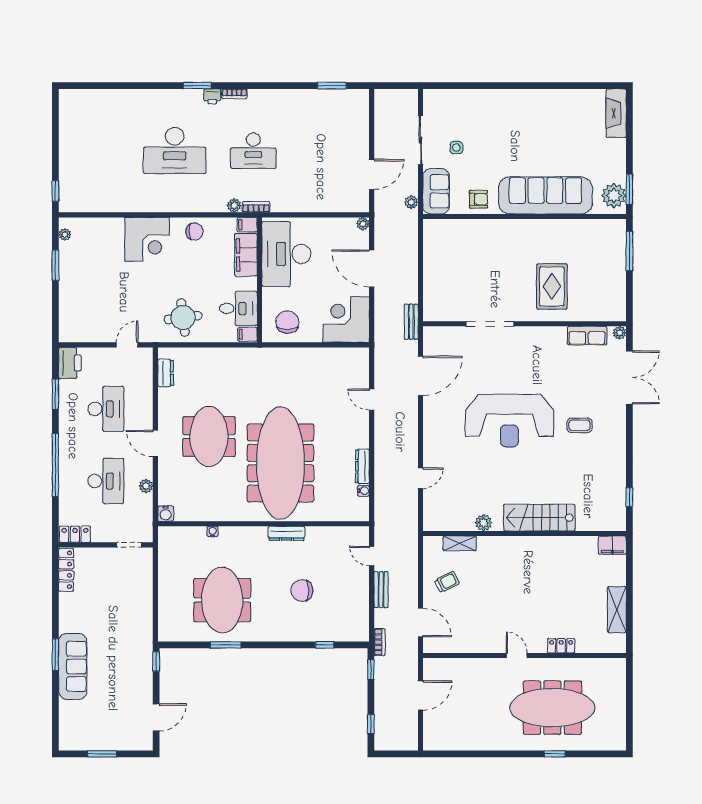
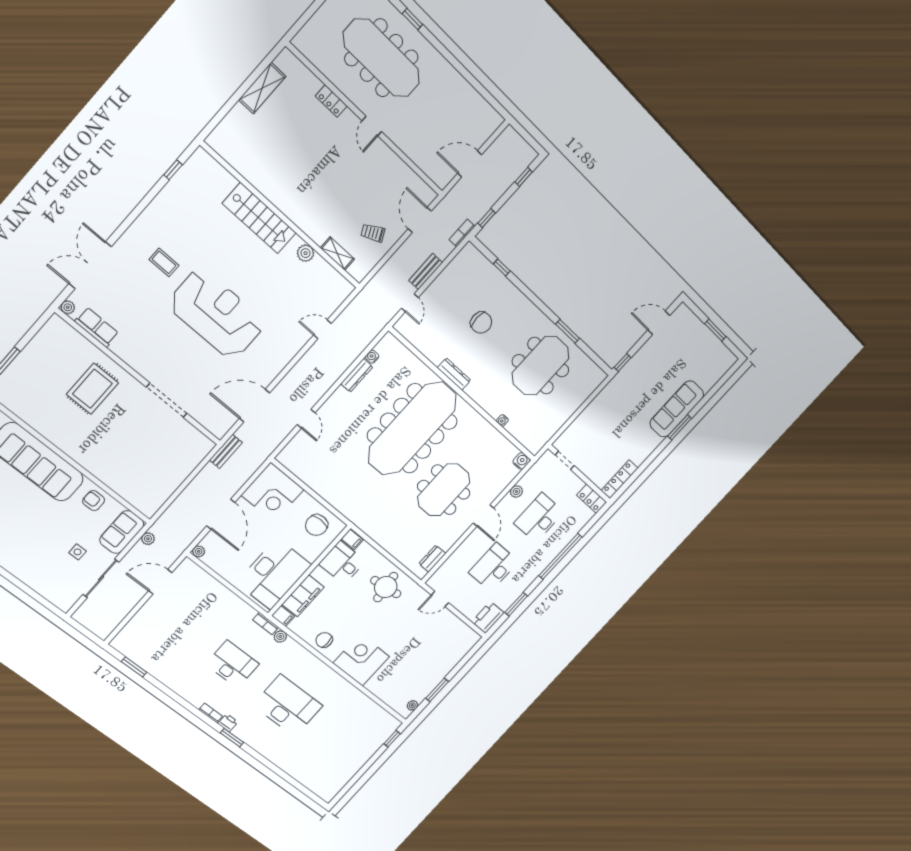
filing cabinet: (612, 545) -> (221, 144), removed

